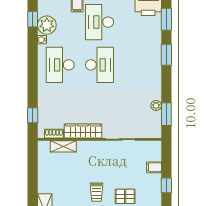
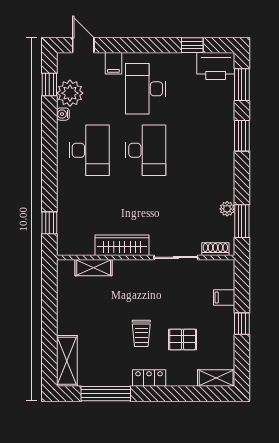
desk: (60, 65) -> (89, 150), turned 180
shoe rack: (54, 134) -> (215, 249), moved

